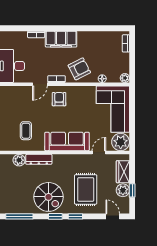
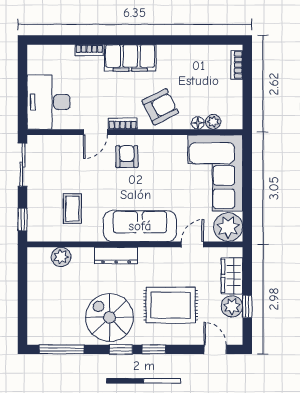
plant: (125, 78) -> (213, 122), moved
dresser: (39, 159) -> (116, 256), moved
rug: (86, 189) -> (171, 305), turned 90
spiral stairs: (48, 197) -> (110, 317), turned 180

